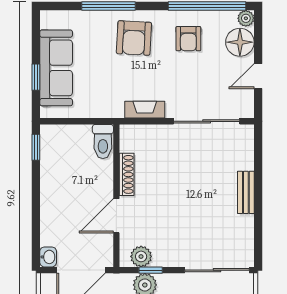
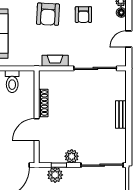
floor lamp: (240, 42) -> (121, 13), width x0.53, depth x0.53
toilet: (103, 141) -> (12, 81), moved
plant: (141, 256) -> (72, 156), moved

